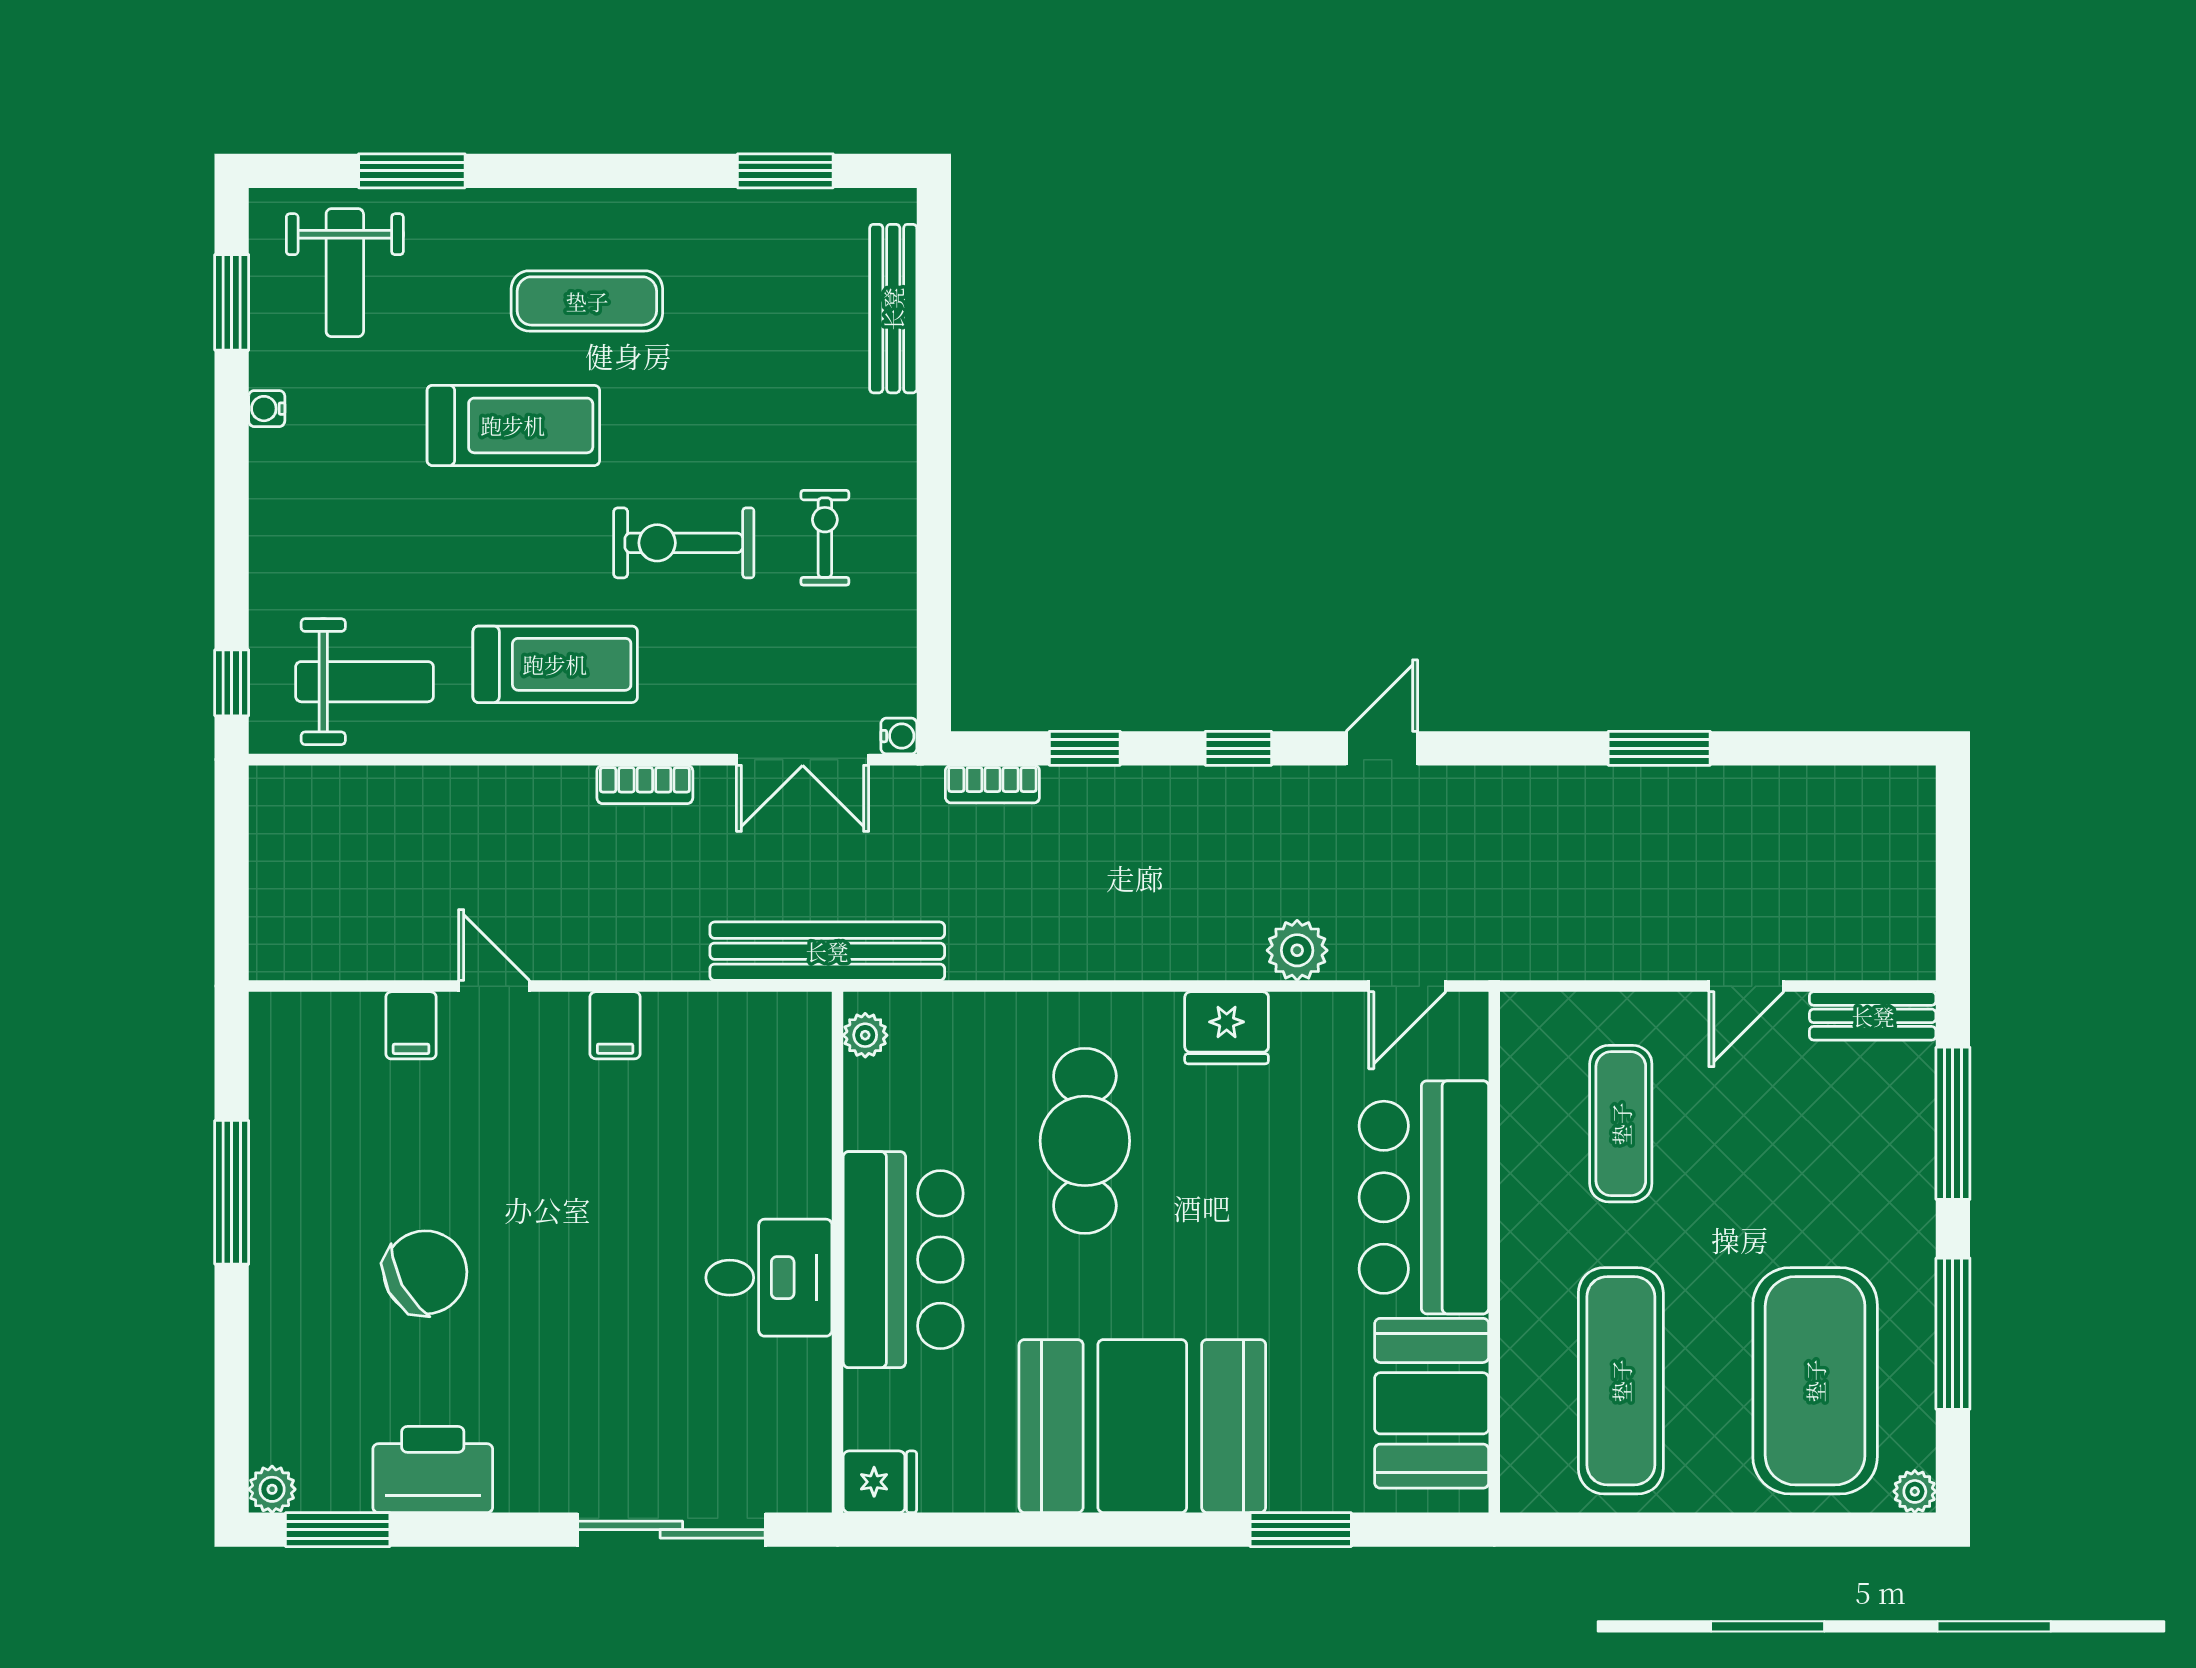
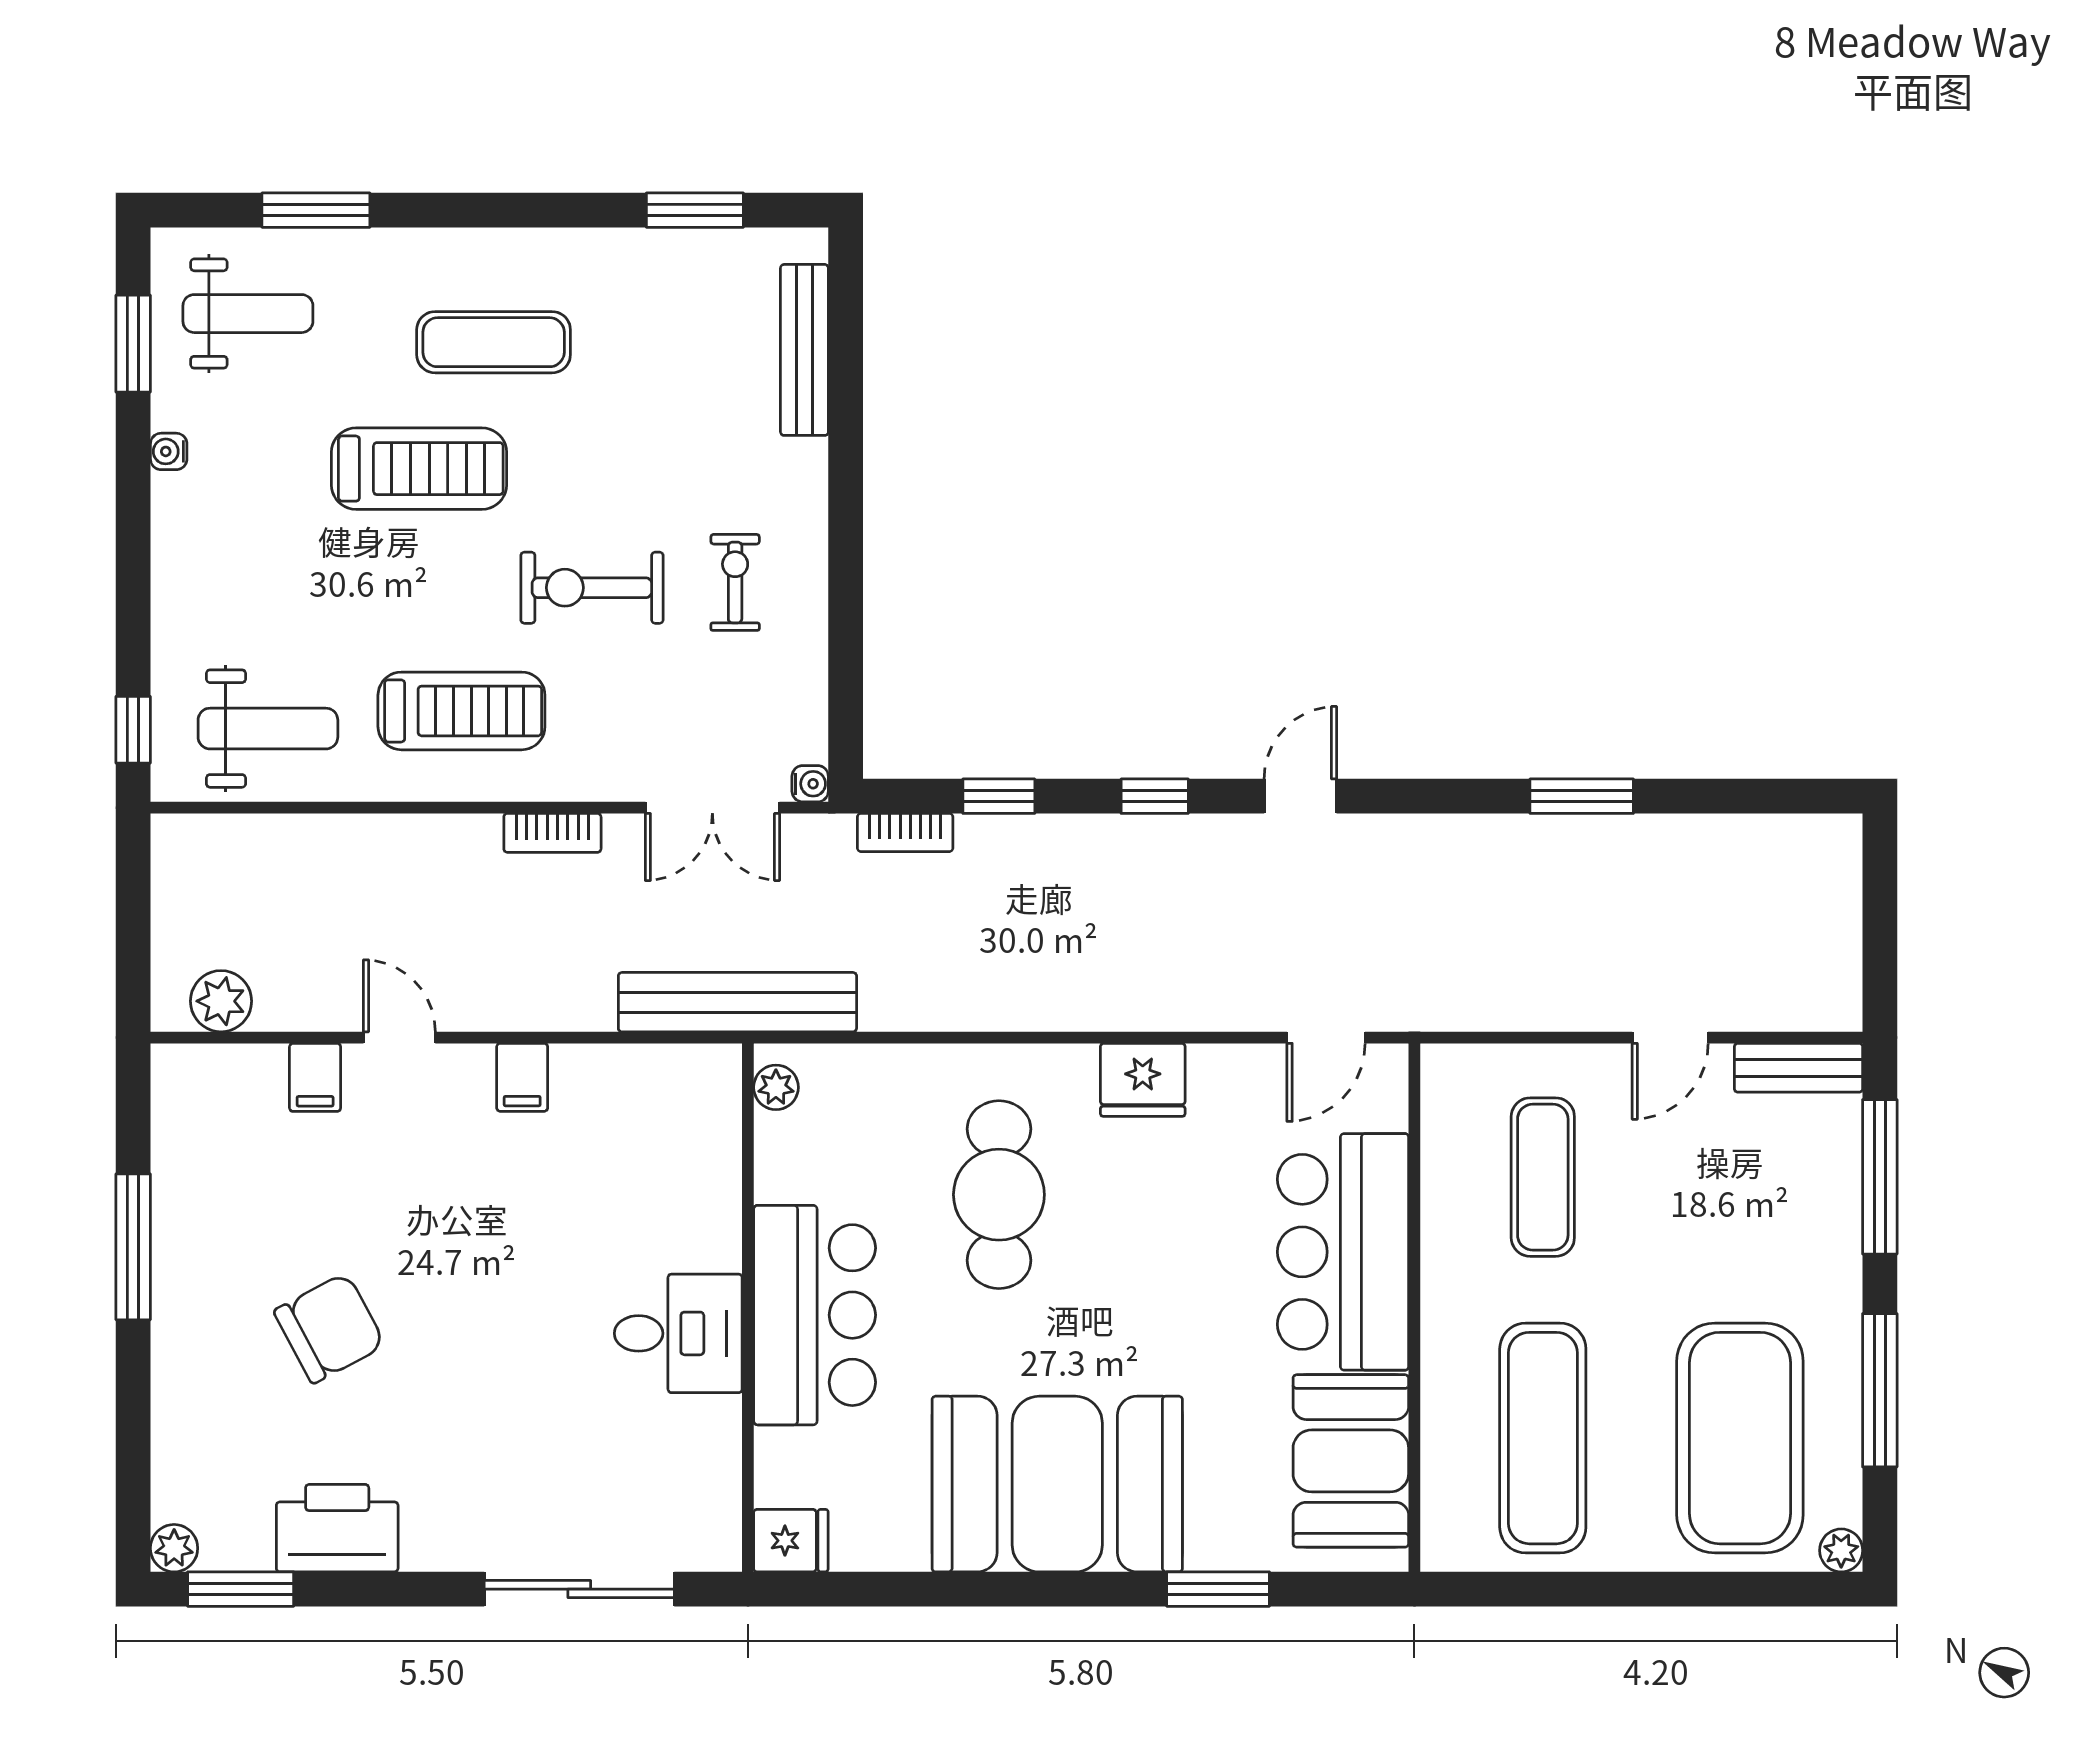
weight bench: (345, 273) -> (248, 314), turned -90
plant: (1297, 950) -> (221, 1001), moved

